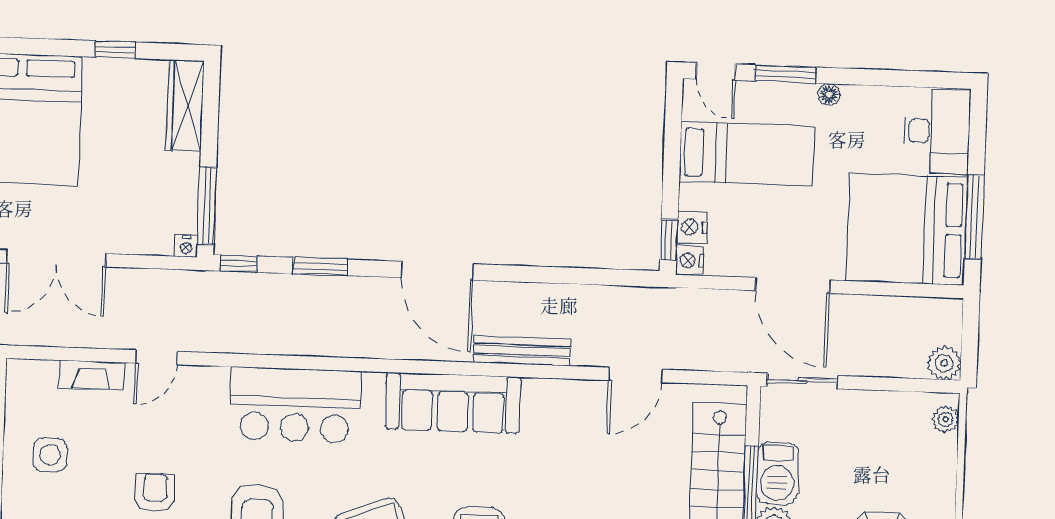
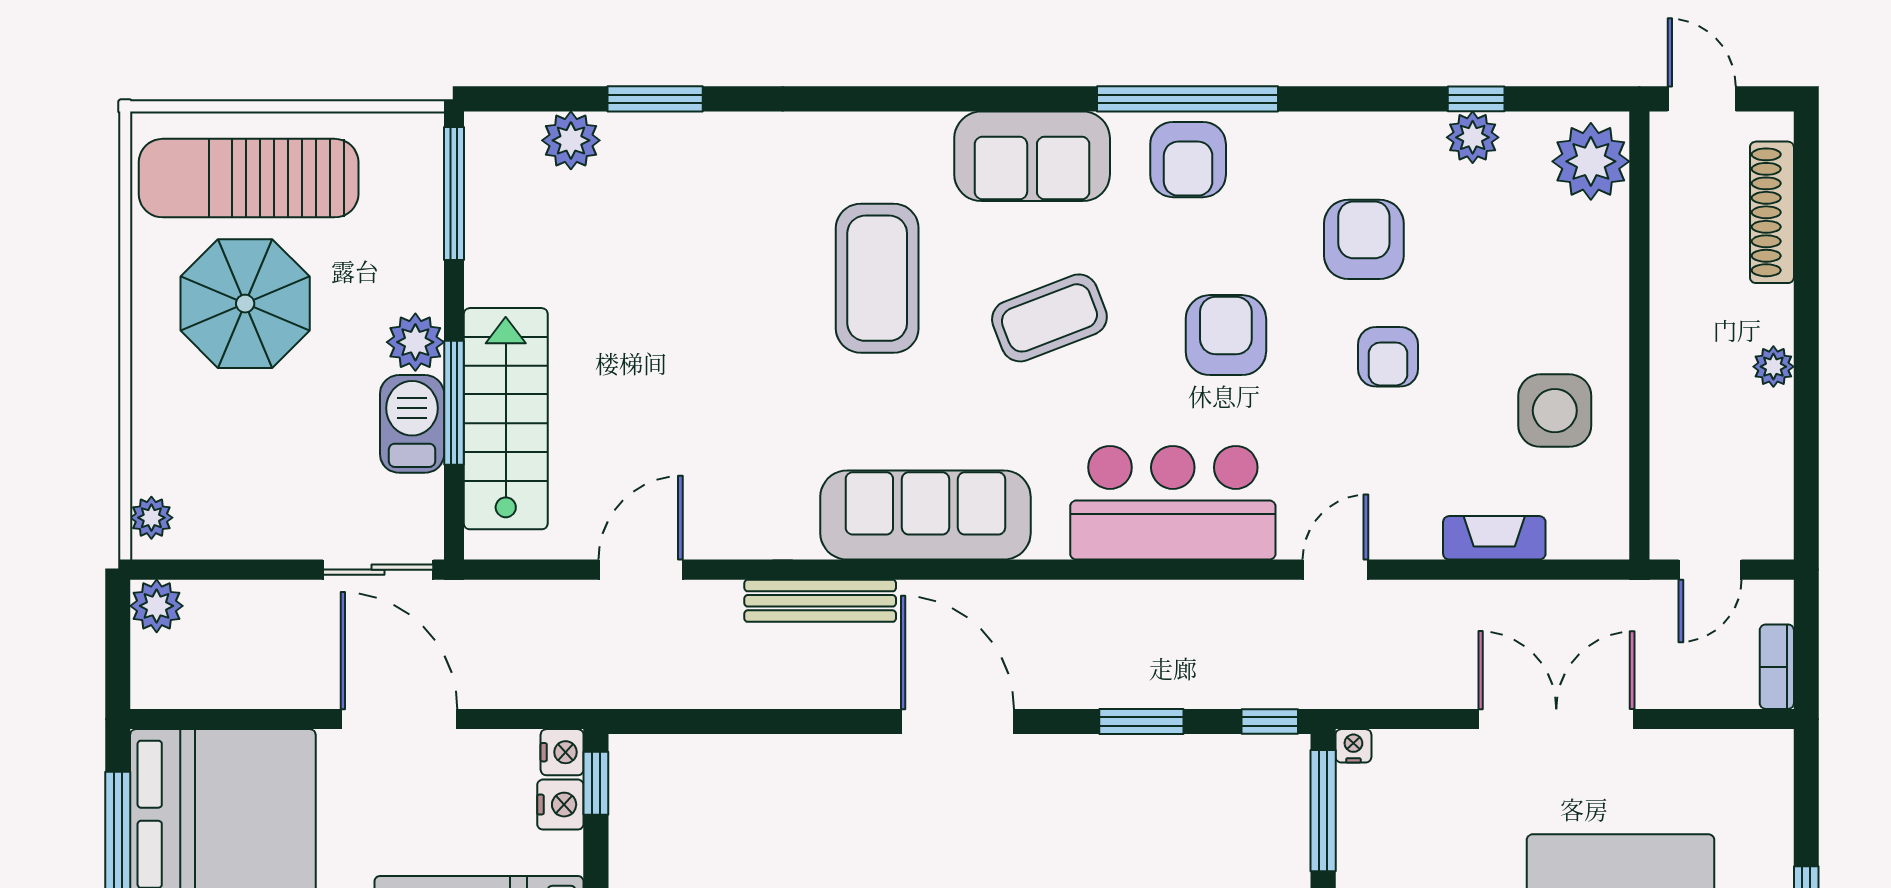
door: (156, 357) -> (1335, 570), moved
side table: (50, 455) -> (1555, 411), width x1.37, depth x1.37

